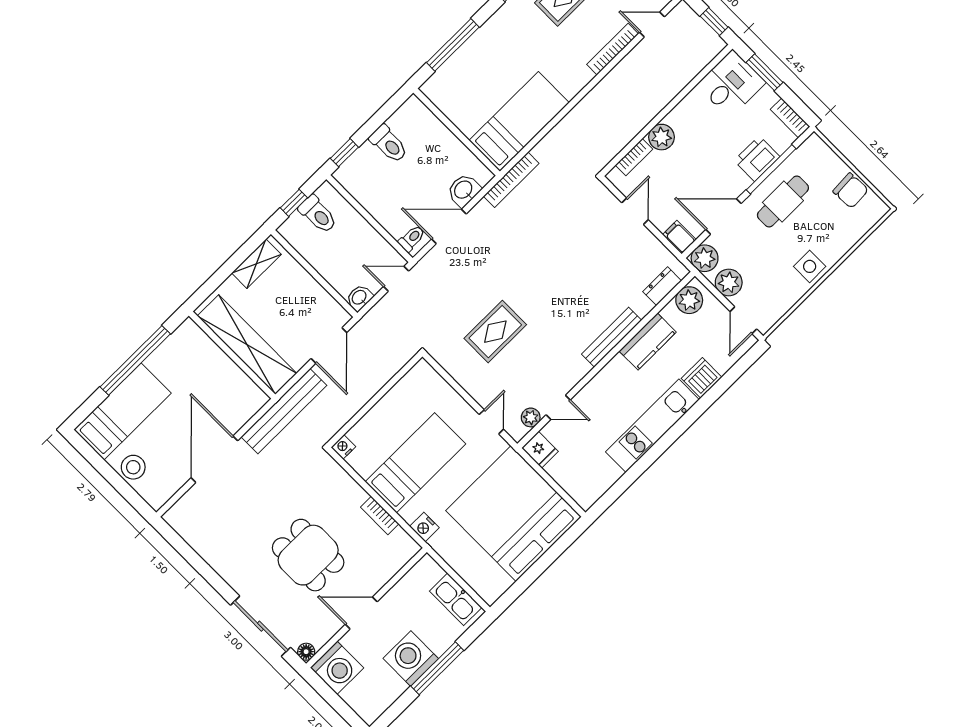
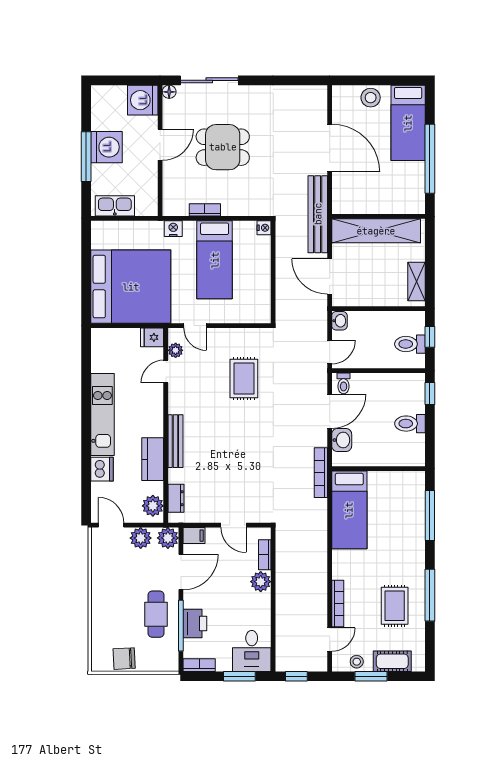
side table: (810, 266) -> (104, 593), removed

